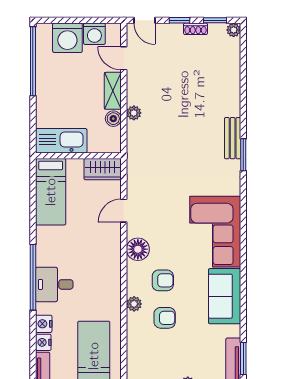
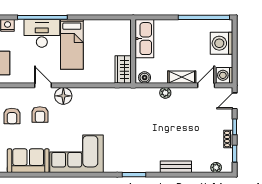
plant: (234, 30) -> (216, 167), moved
washing machine: (94, 34) -> (225, 75), moved
boiler: (113, 119) -> (145, 78), moved
bench: (233, 138) -> (176, 167), moved
bed: (51, 192) -> (72, 44), moved, turned -90
door: (124, 211) -> (43, 85), moved
desk: (54, 284) -> (42, 33), width x1.37
plant: (134, 304) -> (22, 93), removed

